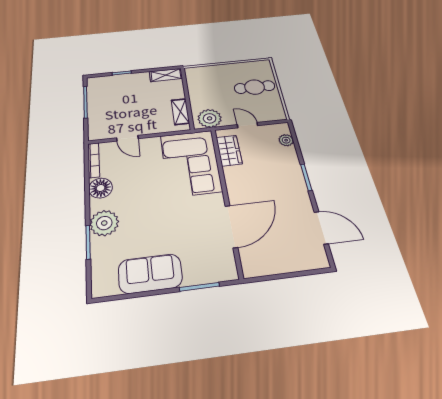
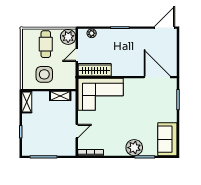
side table: (210, 90) -> (44, 74), added
plant: (210, 118) -> (68, 37), moved
wardrobe: (229, 151) -> (95, 70), width x1.50
floor lamp: (101, 188) -> (111, 149), removed
door: (231, 226) -> (157, 77), moved
door: (321, 228) -> (164, 28), moved
sofa: (150, 274) -> (167, 139), moved

